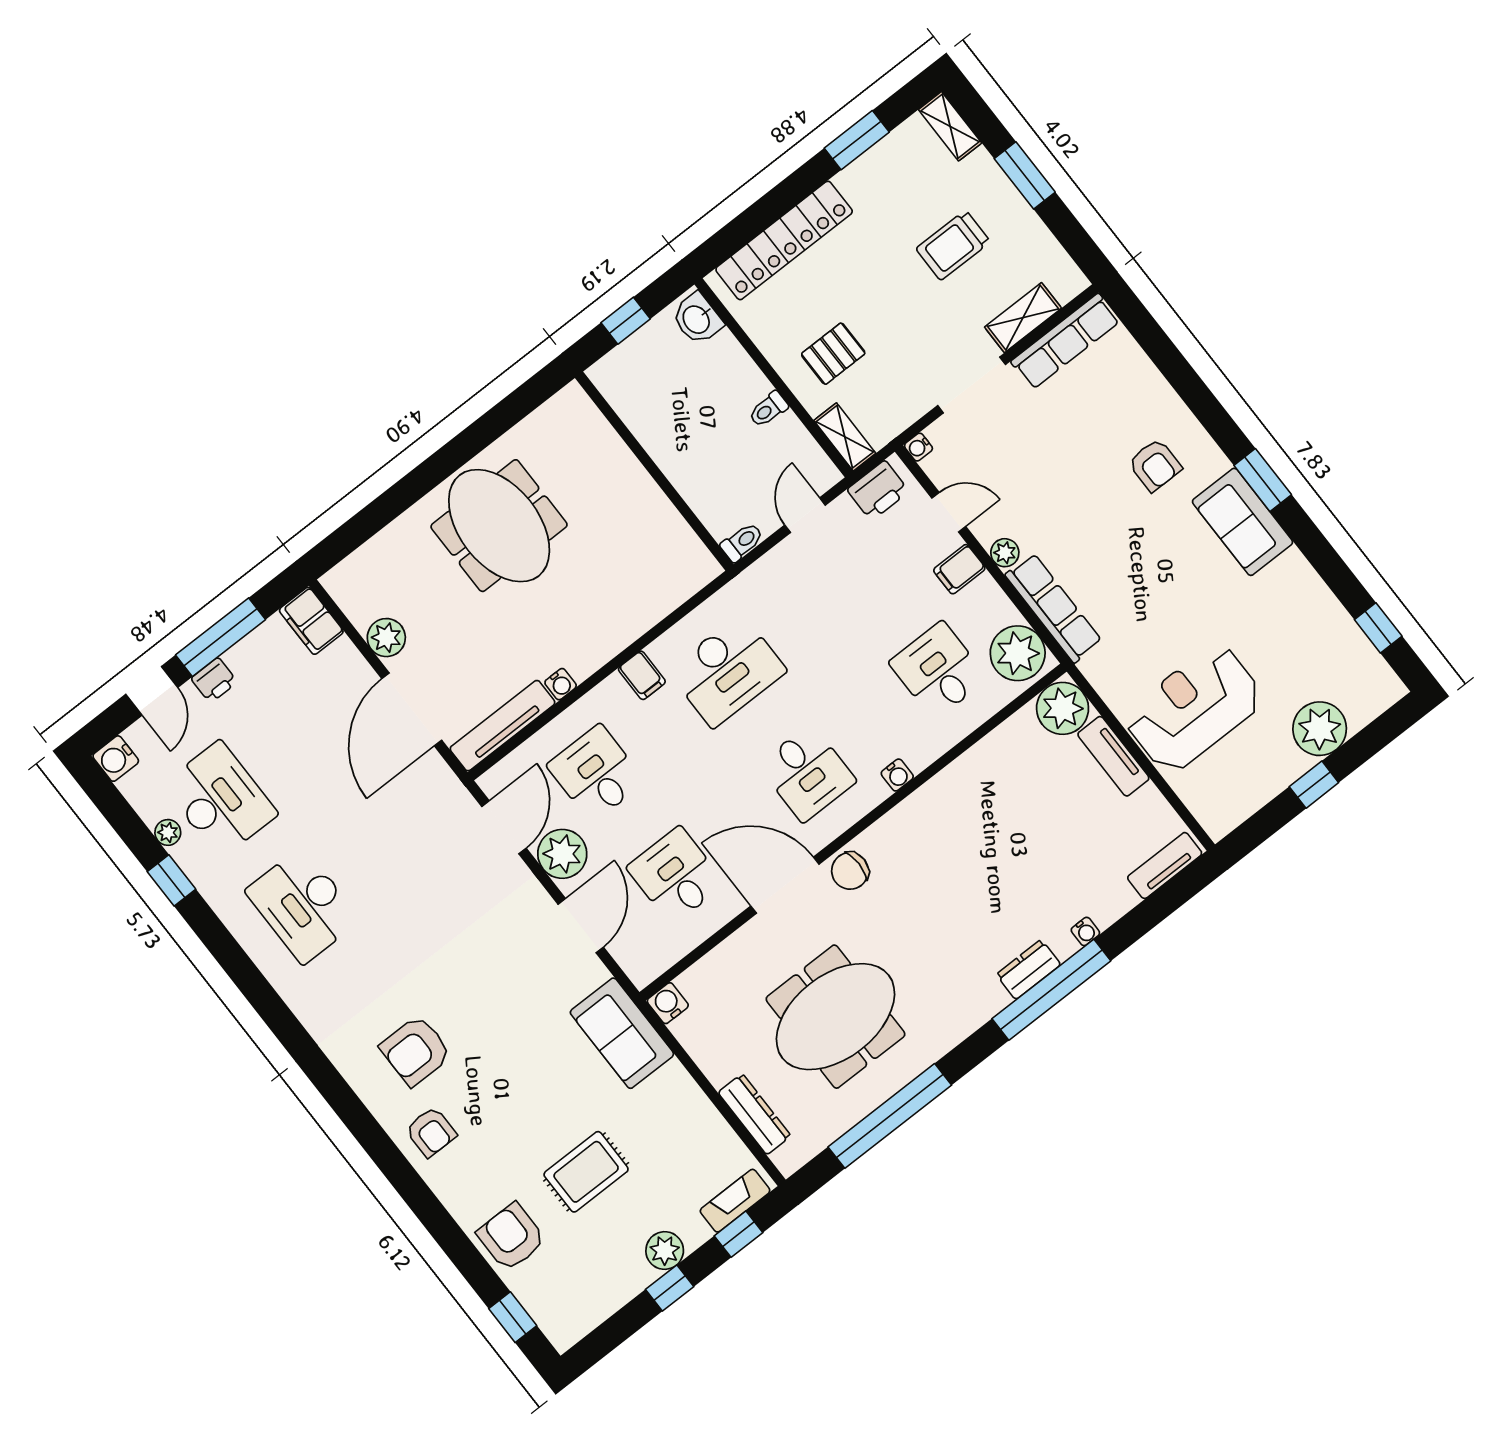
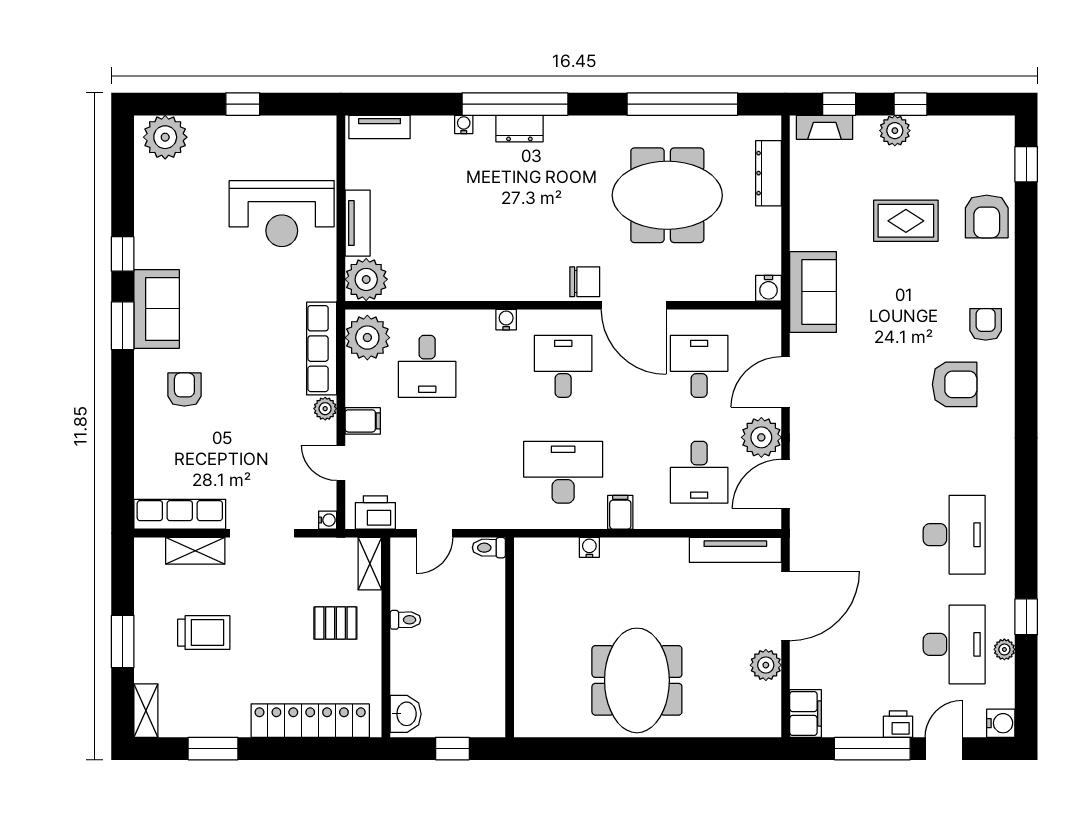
window: (1378, 628) -> (123, 254), moved
water cooler: (561, 684) -> (589, 547), moved
plant: (1320, 729) -> (165, 137), moved
desk: (220, 799) -> (954, 644), turned 180
desk: (676, 876) -> (699, 366), turned 180

